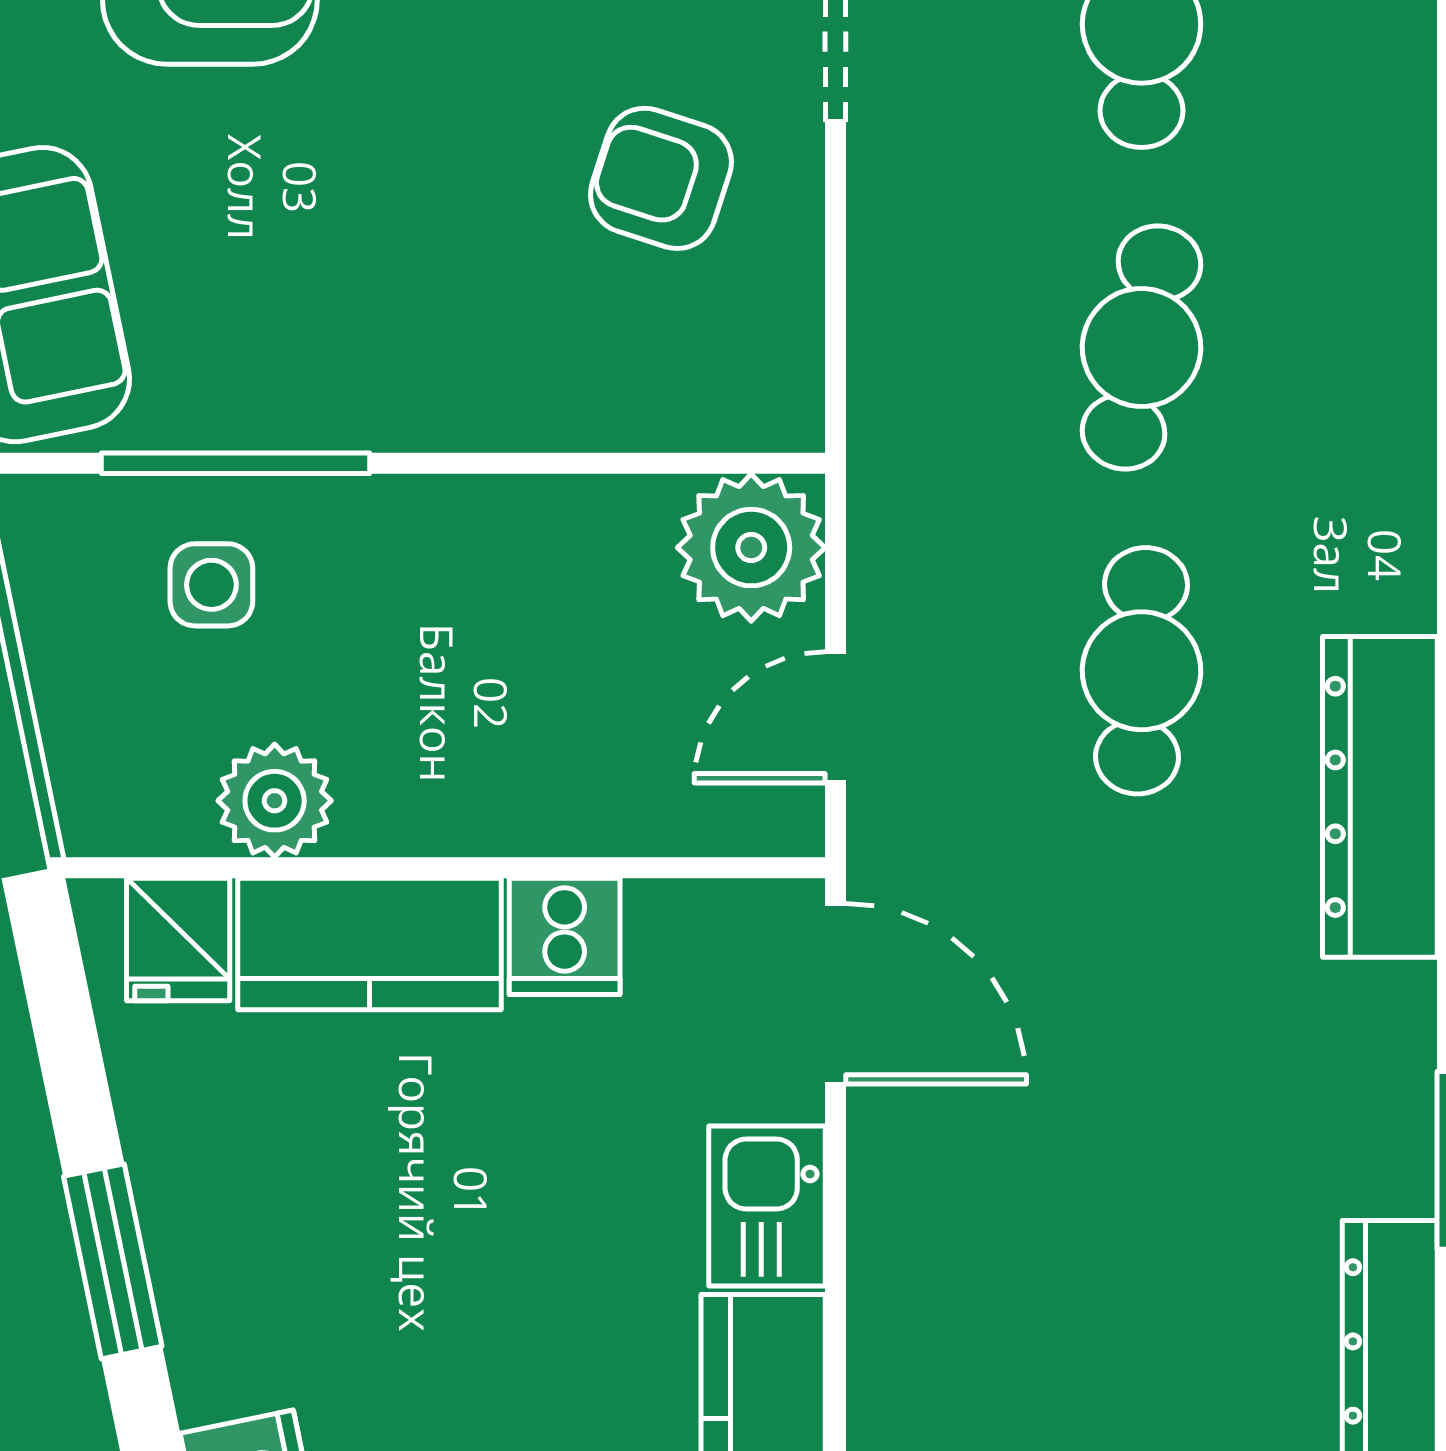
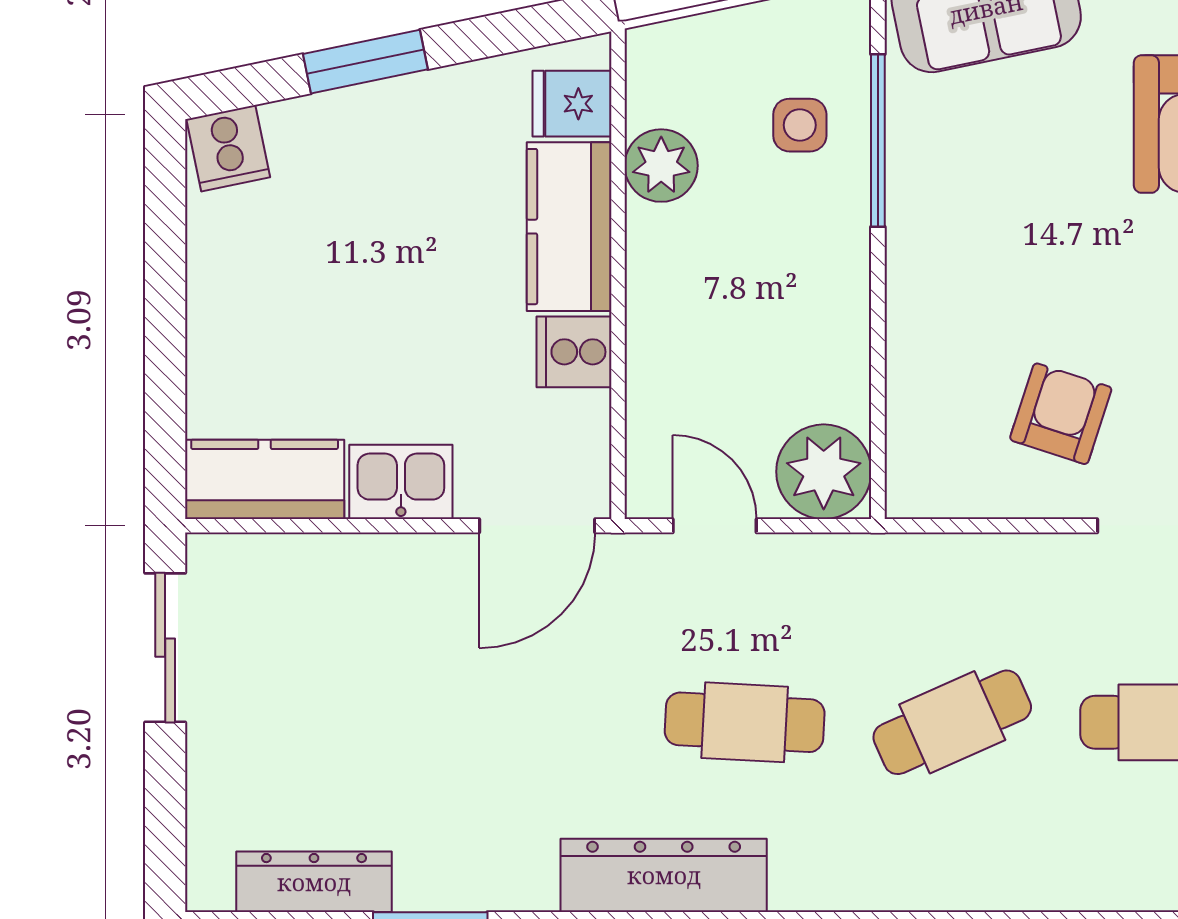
cafe table: (1142, 347) -> (952, 722), turned -36

